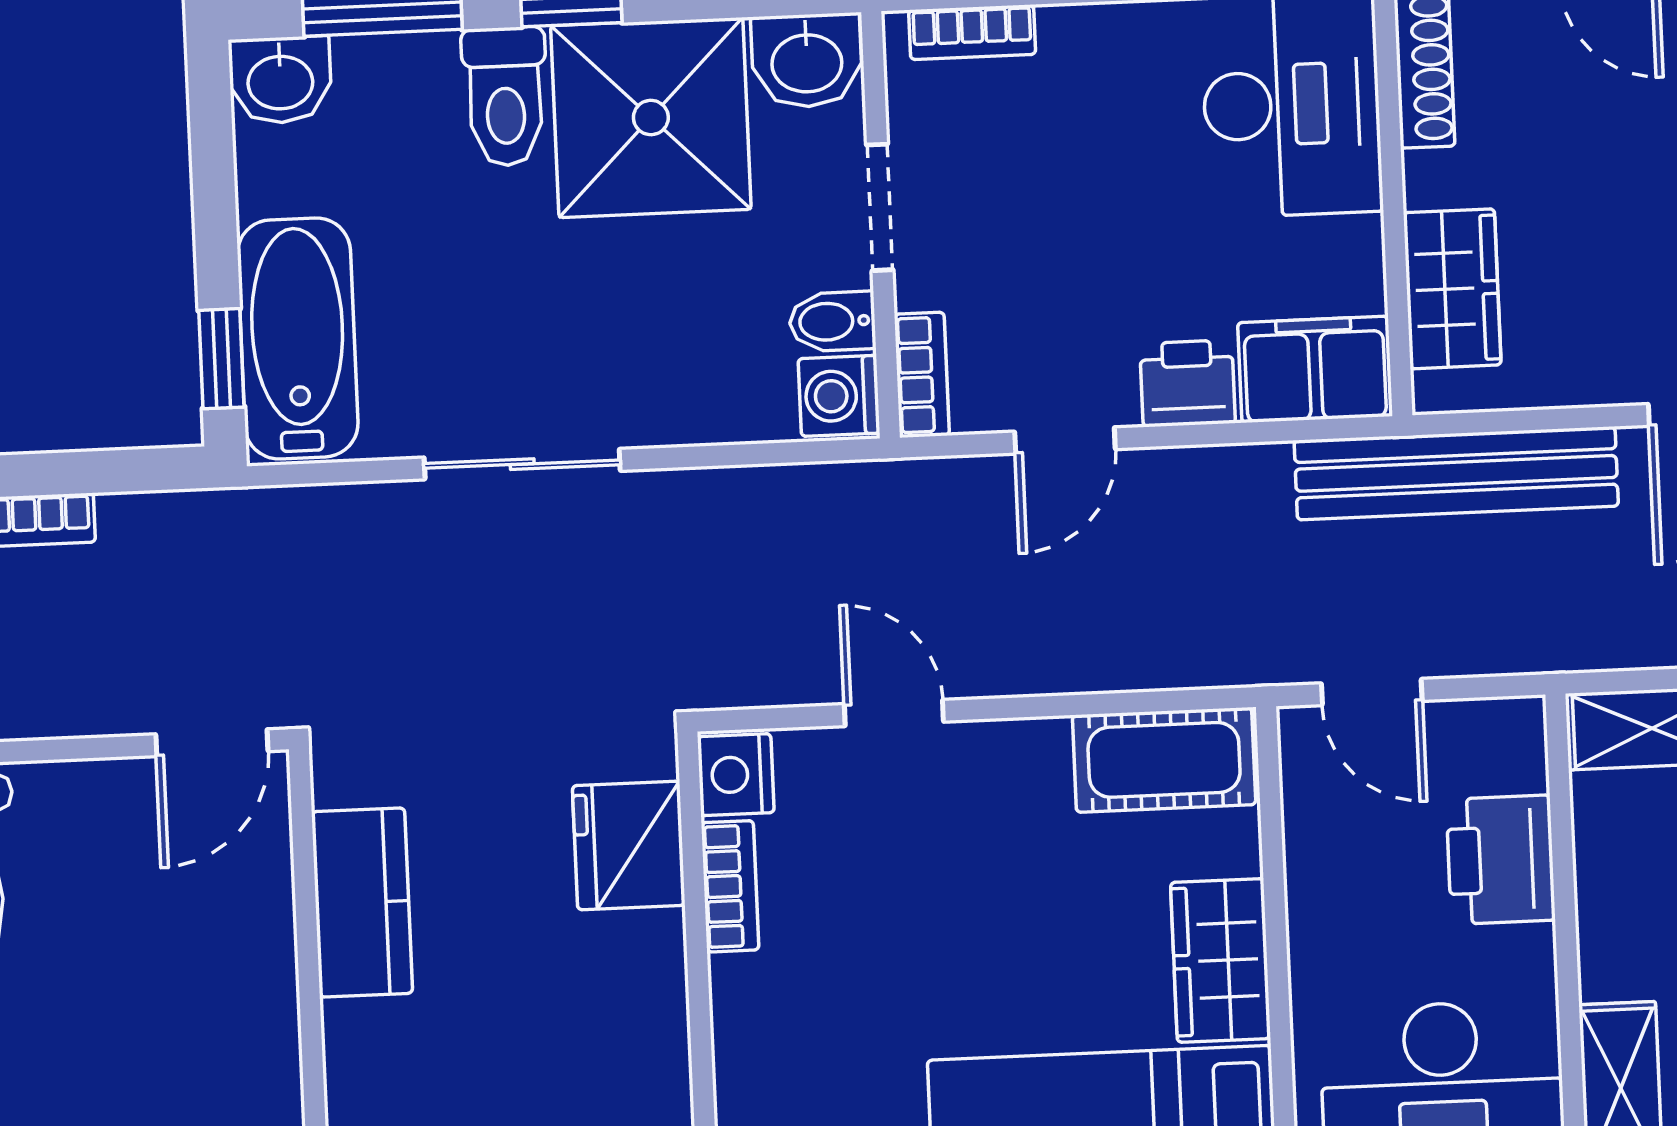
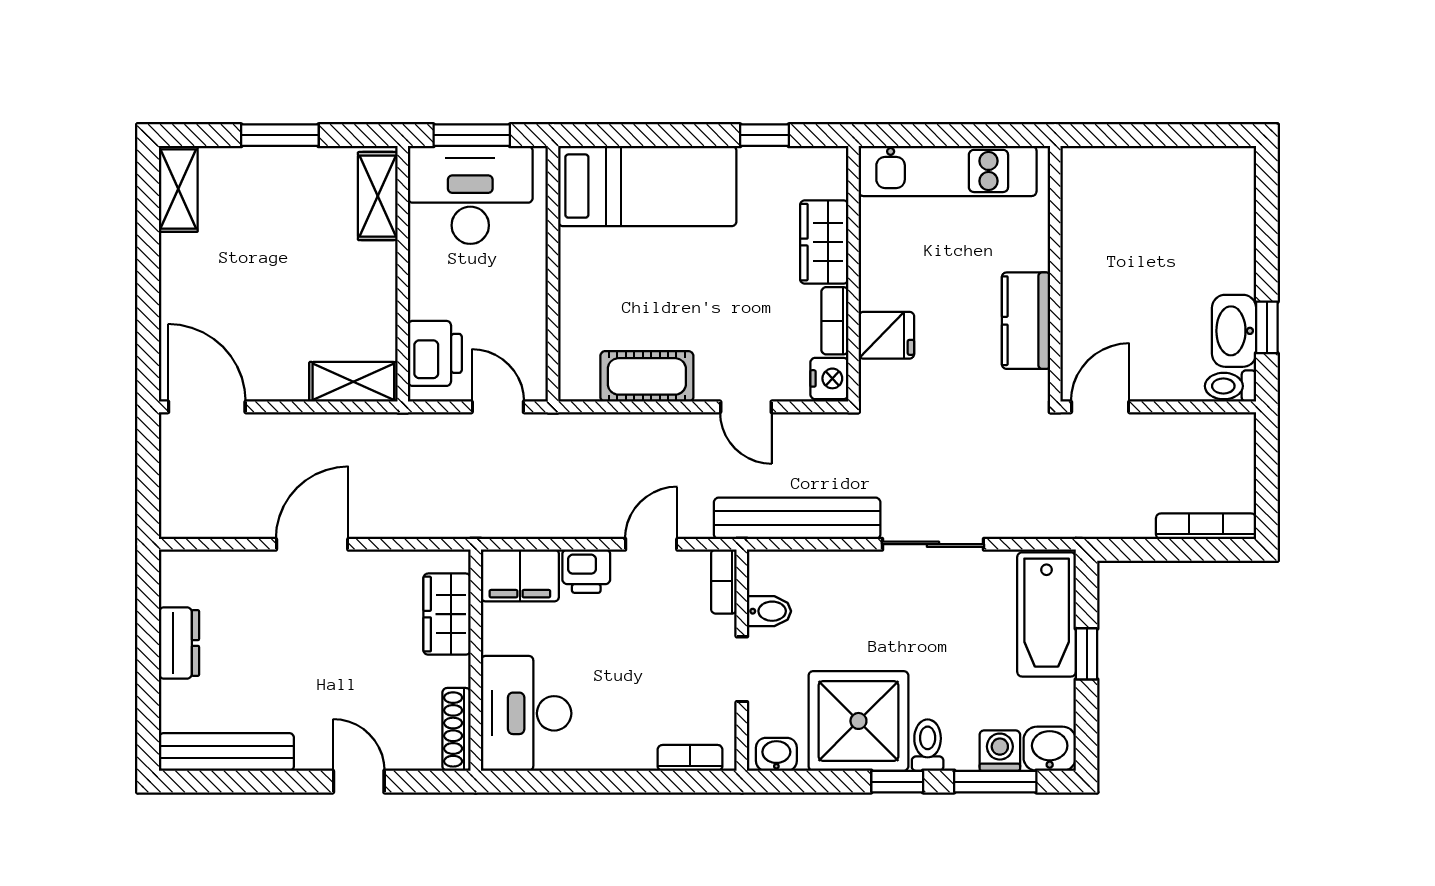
washbasin: (807, 61) -> (776, 754), width x0.72, depth x0.69
toilet: (505, 97) -> (928, 745), width x0.73, depth x0.72
window: (221, 359) -> (1087, 654), moved
washing machine: (839, 396) -> (1000, 751), moved, turned -90
bench: (1456, 473) -> (797, 518), moved
cot: (1164, 760) -> (647, 376), moved
fridge: (629, 845) -> (886, 335), width x0.72
printer: (1501, 860) -> (435, 353), moved
wardrobe: (1221, 960) -> (824, 242), moved, turned 180

